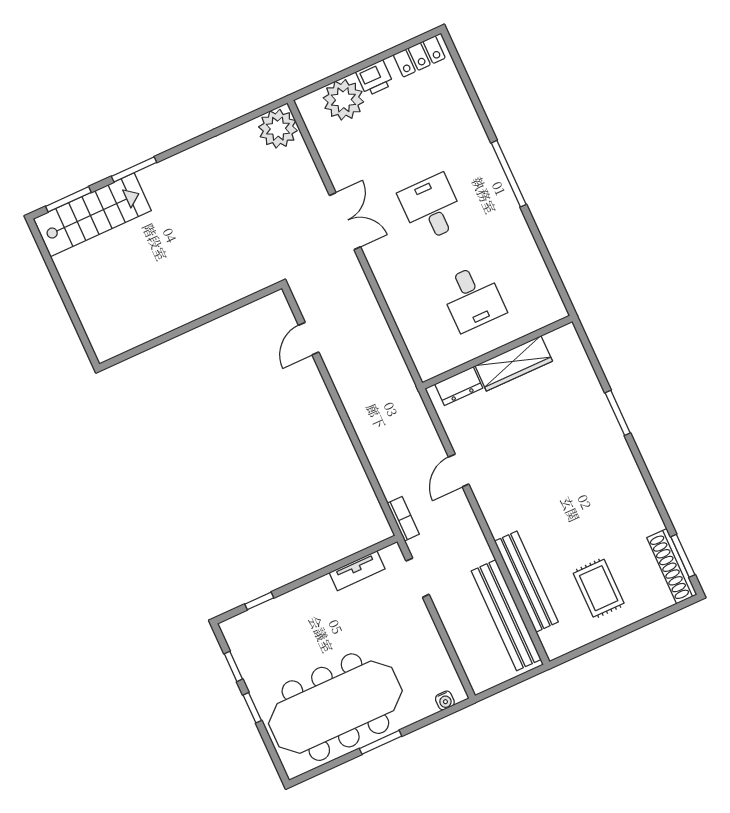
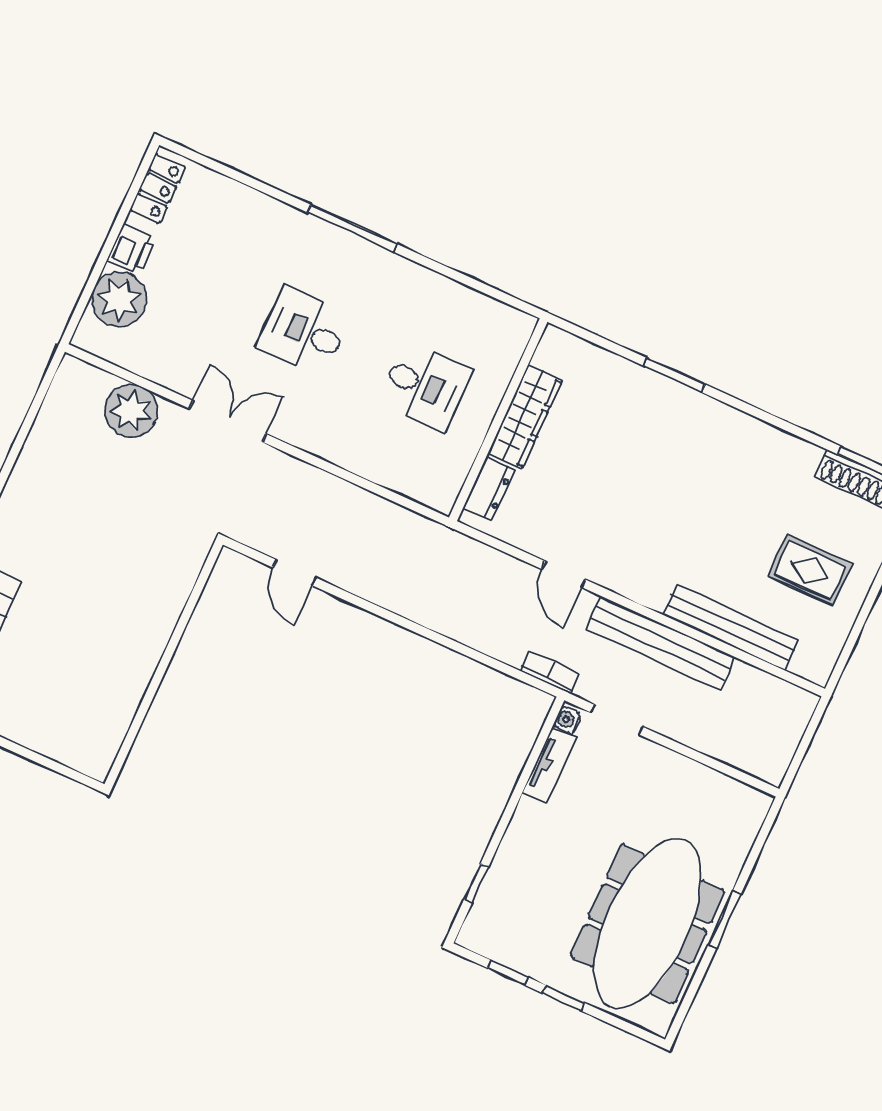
plant: (278, 129) -> (131, 411), moved
bench: (506, 615) -> (661, 643), moved
water cooler: (445, 700) -> (567, 720), moved, turned 180

